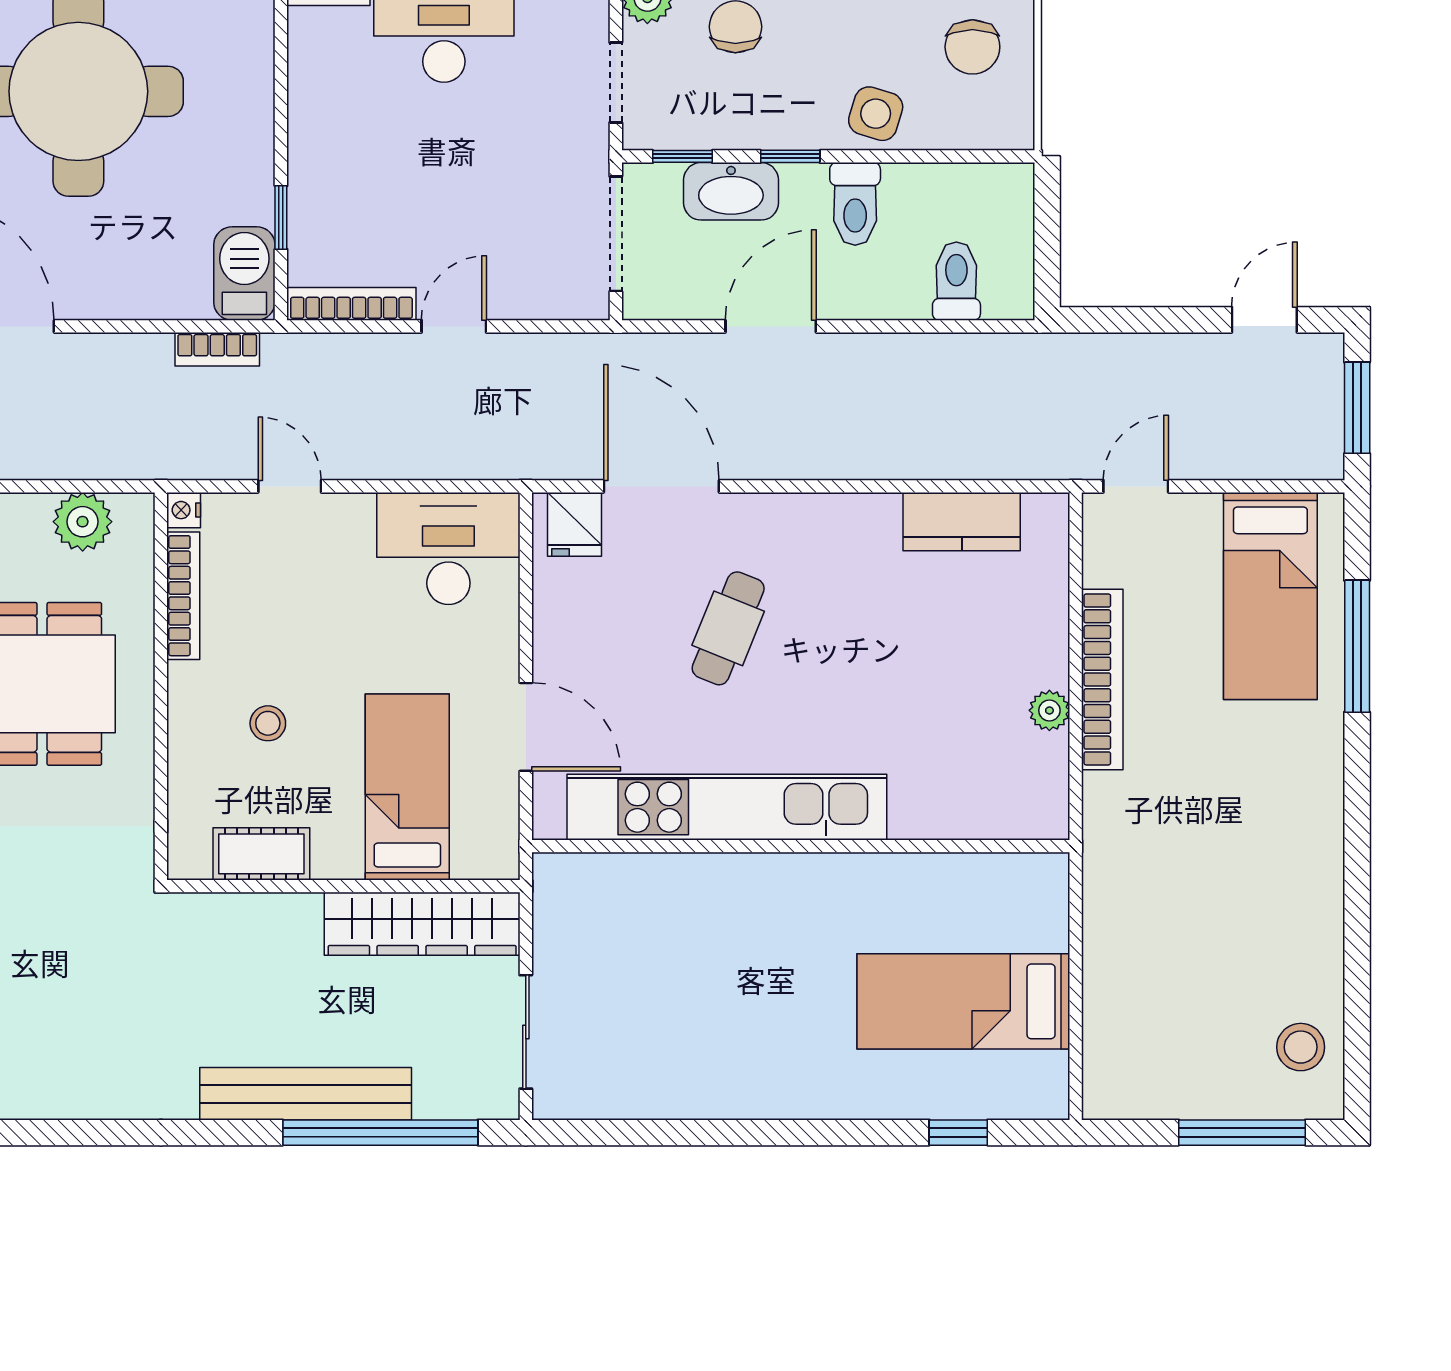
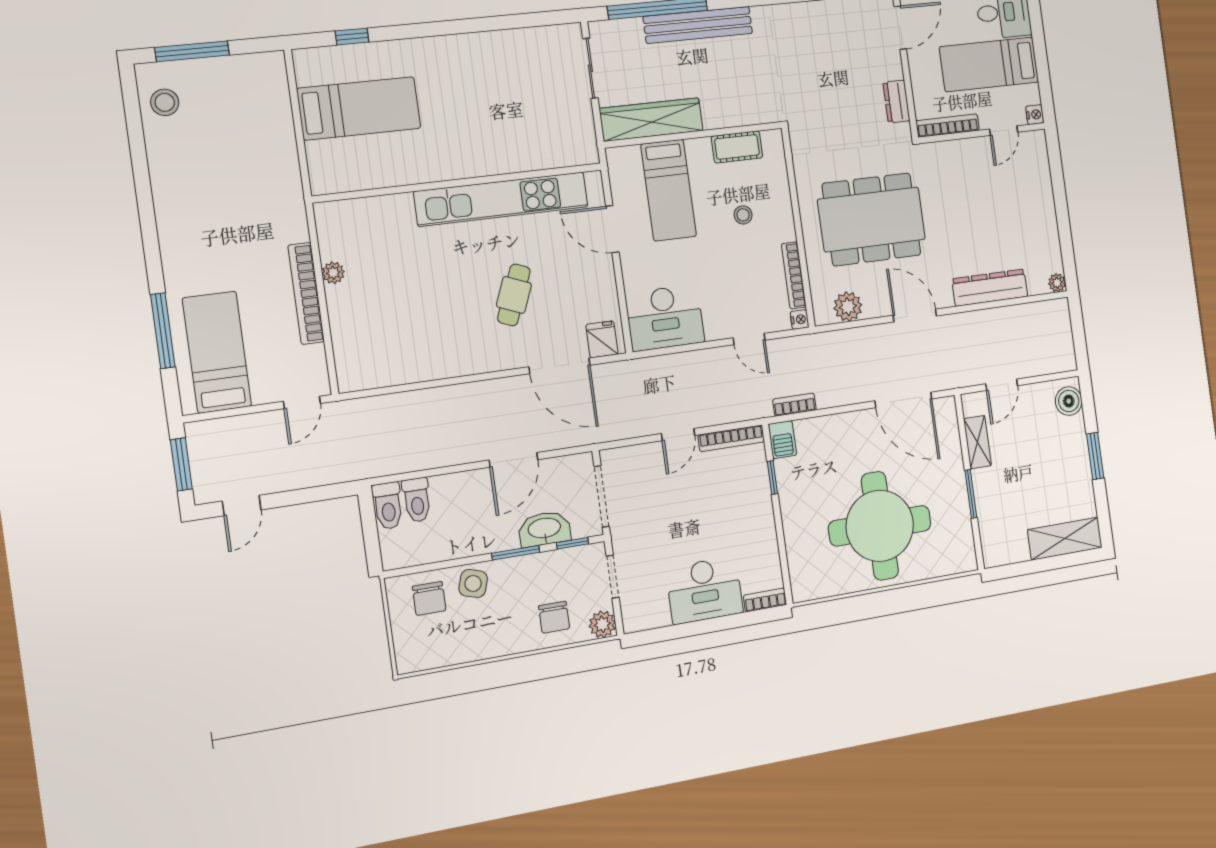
chair: (972, 47) -> (429, 598), moved, turned 180
window: (790, 156) -> (516, 553), width x1.50
toilet: (855, 204) -> (388, 506), moved, turned 180
barbecue: (244, 273) -> (782, 440), width x0.73, depth x0.79
kitchen counter: (962, 522) -> (396, 370), removed

